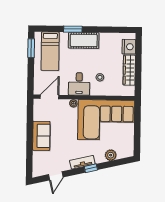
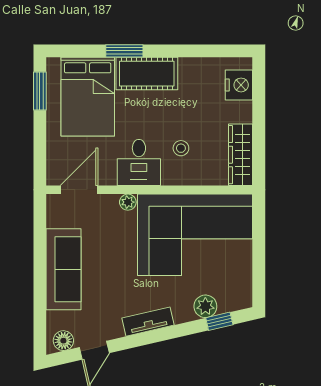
bed: (50, 51) -> (88, 97), width x1.50
wardrobe: (129, 70) -> (240, 155), moved
sofa: (41, 136) -> (64, 269), width x1.36
window: (91, 168) -> (219, 321), moved
floor lamp: (41, 171) -> (63, 341), added

